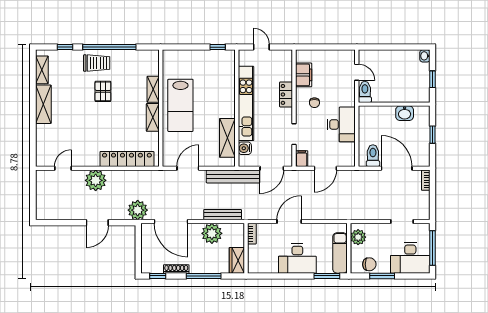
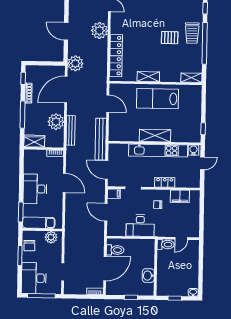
shelving: (153, 89) -> (191, 78), moved
shelving: (227, 138) -> (155, 136), moved
water cooler: (245, 148) -> (194, 150), moved

